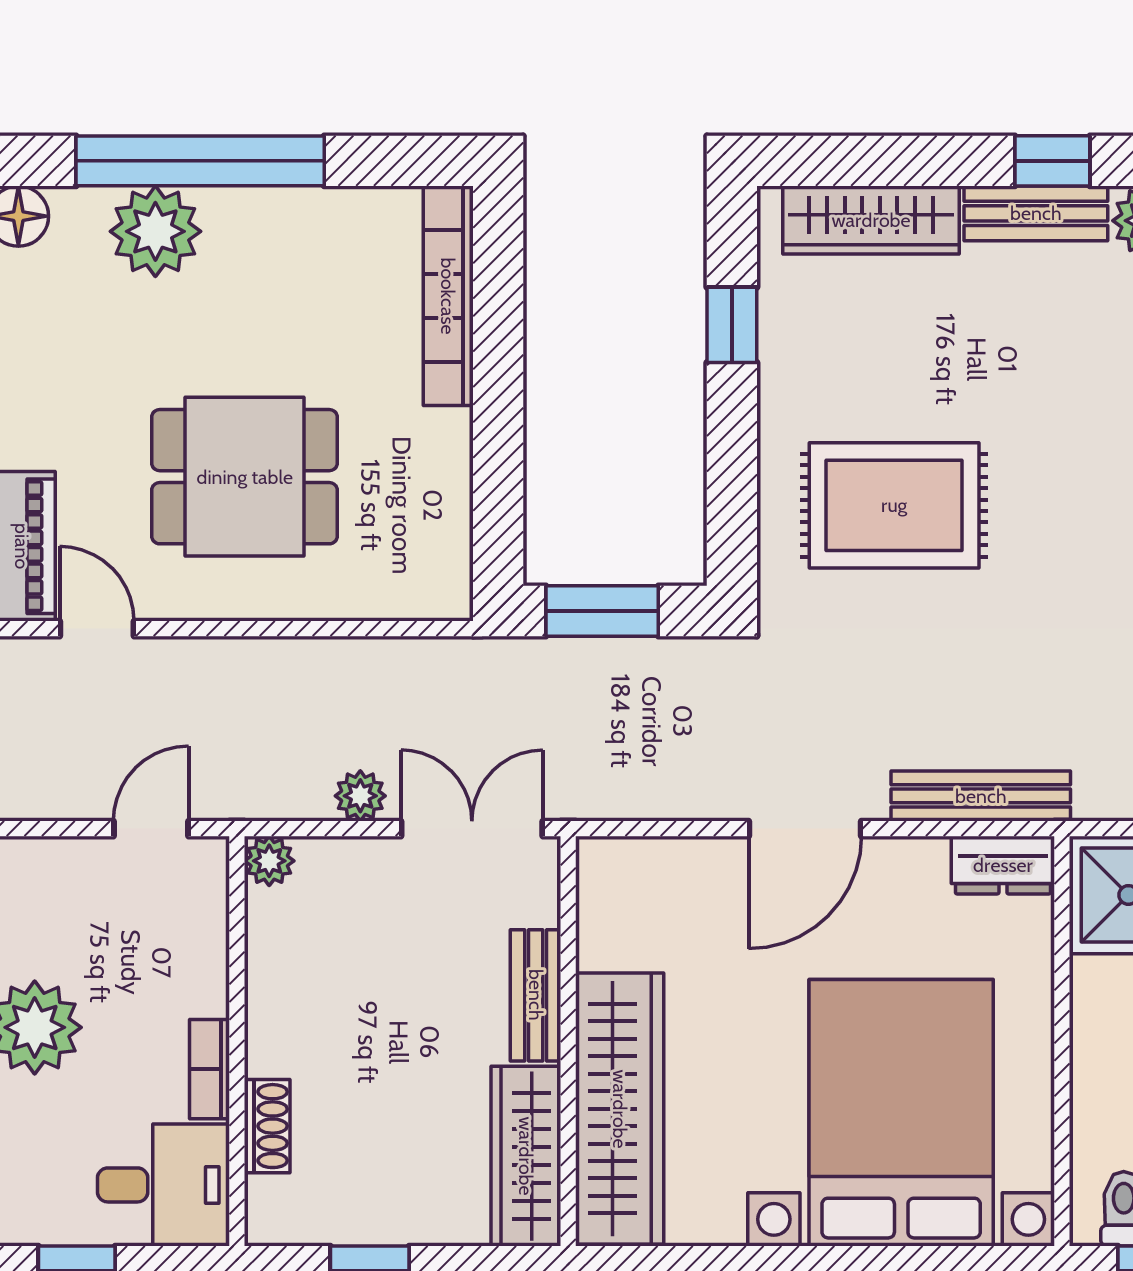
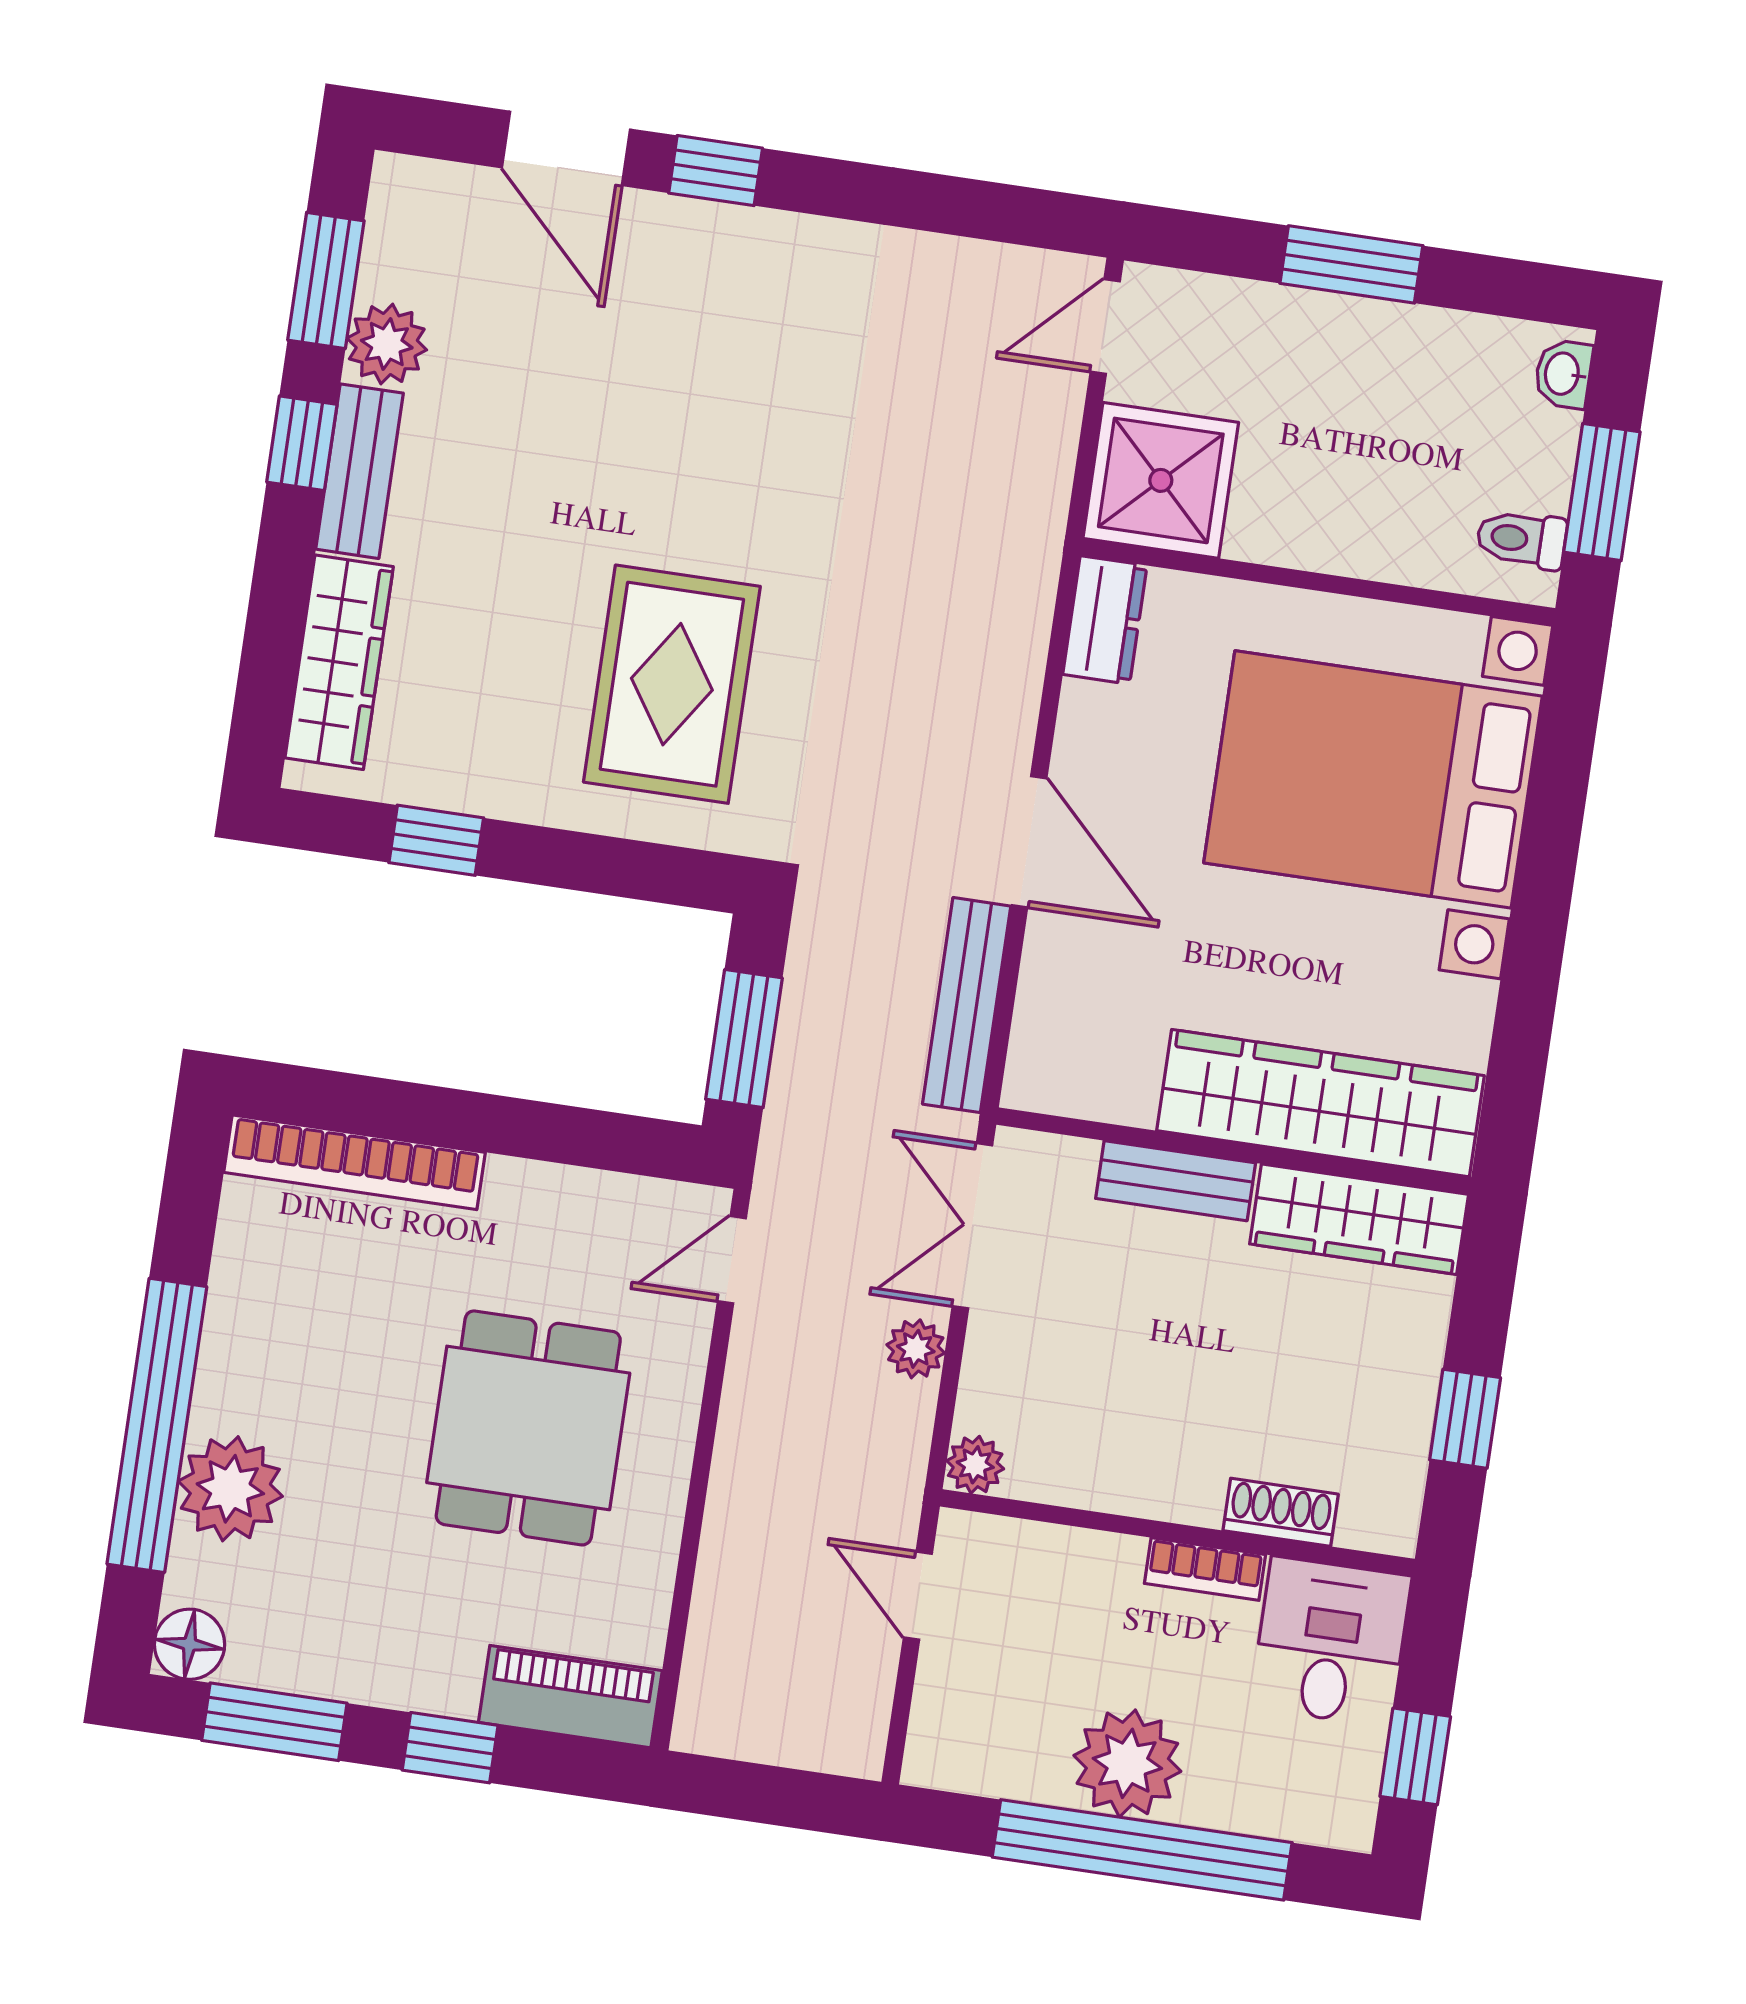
door: (97, 629) -> (732, 1260), moved
bench: (981, 796) -> (967, 1005), moved

